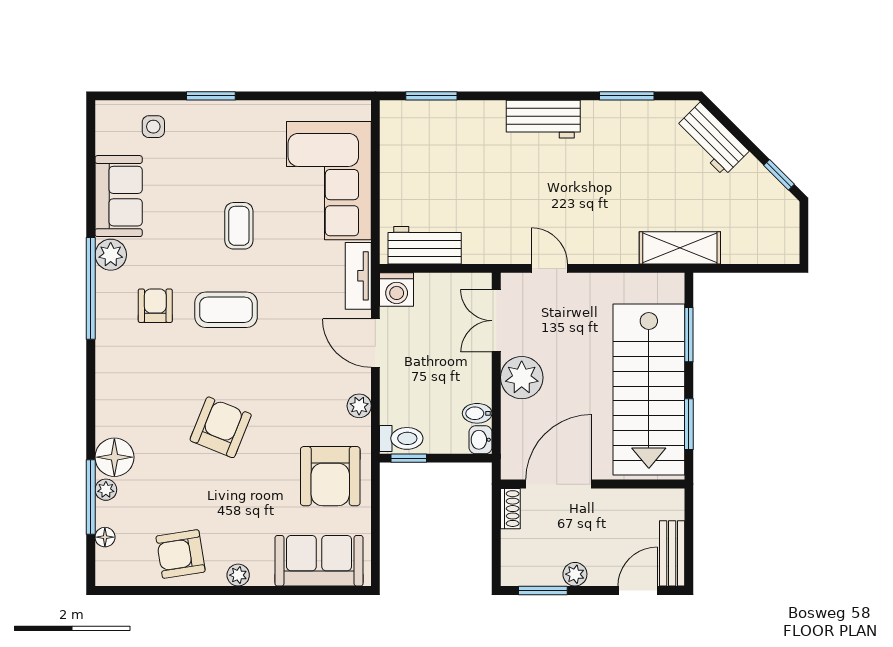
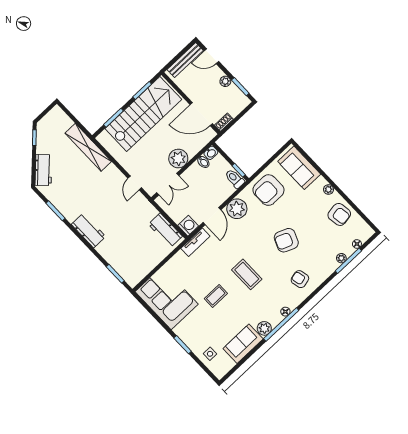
corner sofa: (329, 181) -> (167, 298), moved, turned -90
shelving: (680, 248) -> (88, 147), width x1.47
armchair: (155, 306) -> (300, 279), moved, turned 77
plant: (359, 406) -> (237, 209), width x1.88, depth x1.88
floor lamp: (114, 457) -> (285, 312), moved, width x0.53, depth x0.53
armchair: (330, 476) -> (268, 190), turned 180
bench: (672, 553) -> (185, 60), width x1.36

